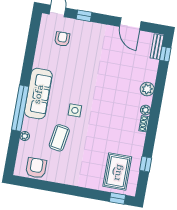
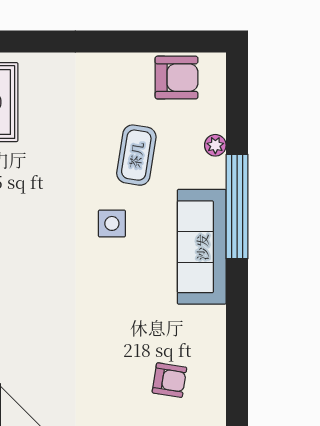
armchair: (62, 39) -> (169, 380), turned -81
armchair: (36, 168) -> (176, 78), turned -90

